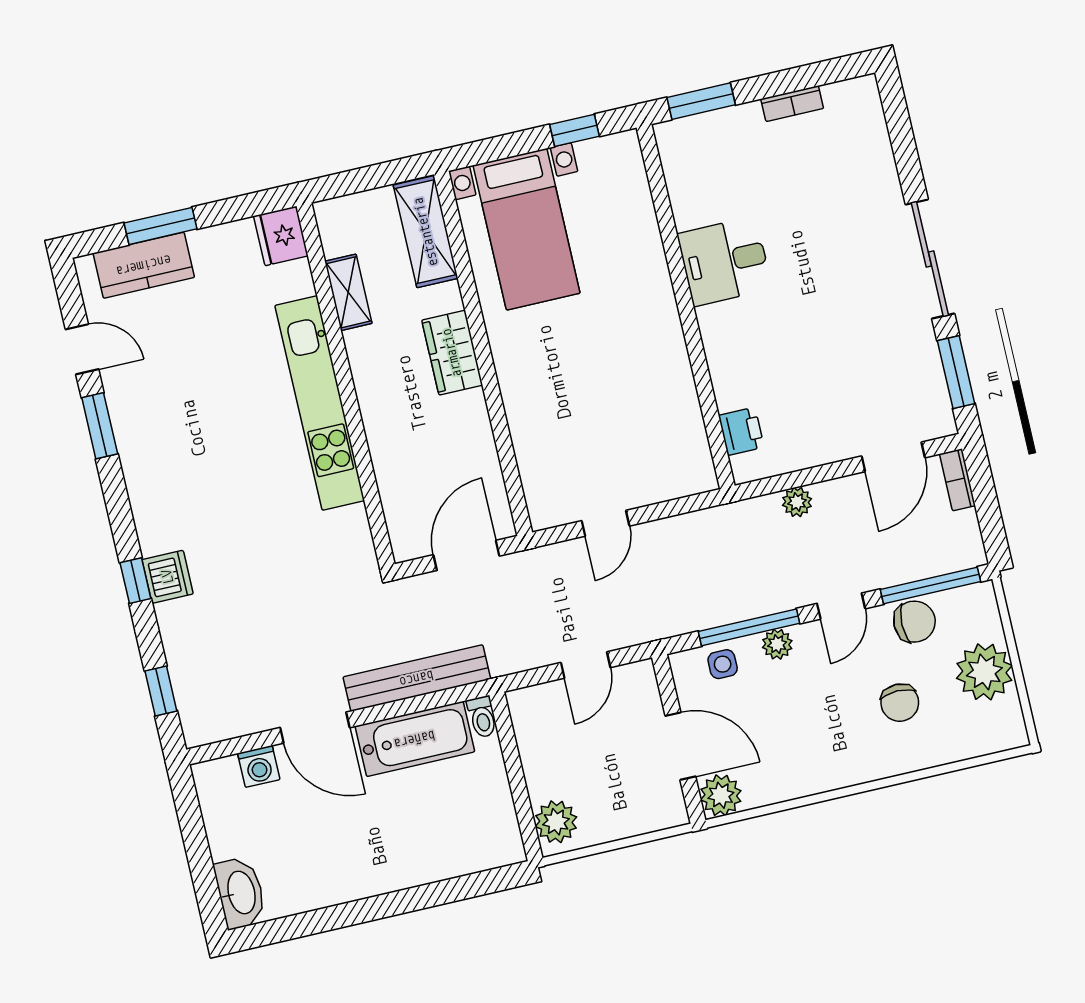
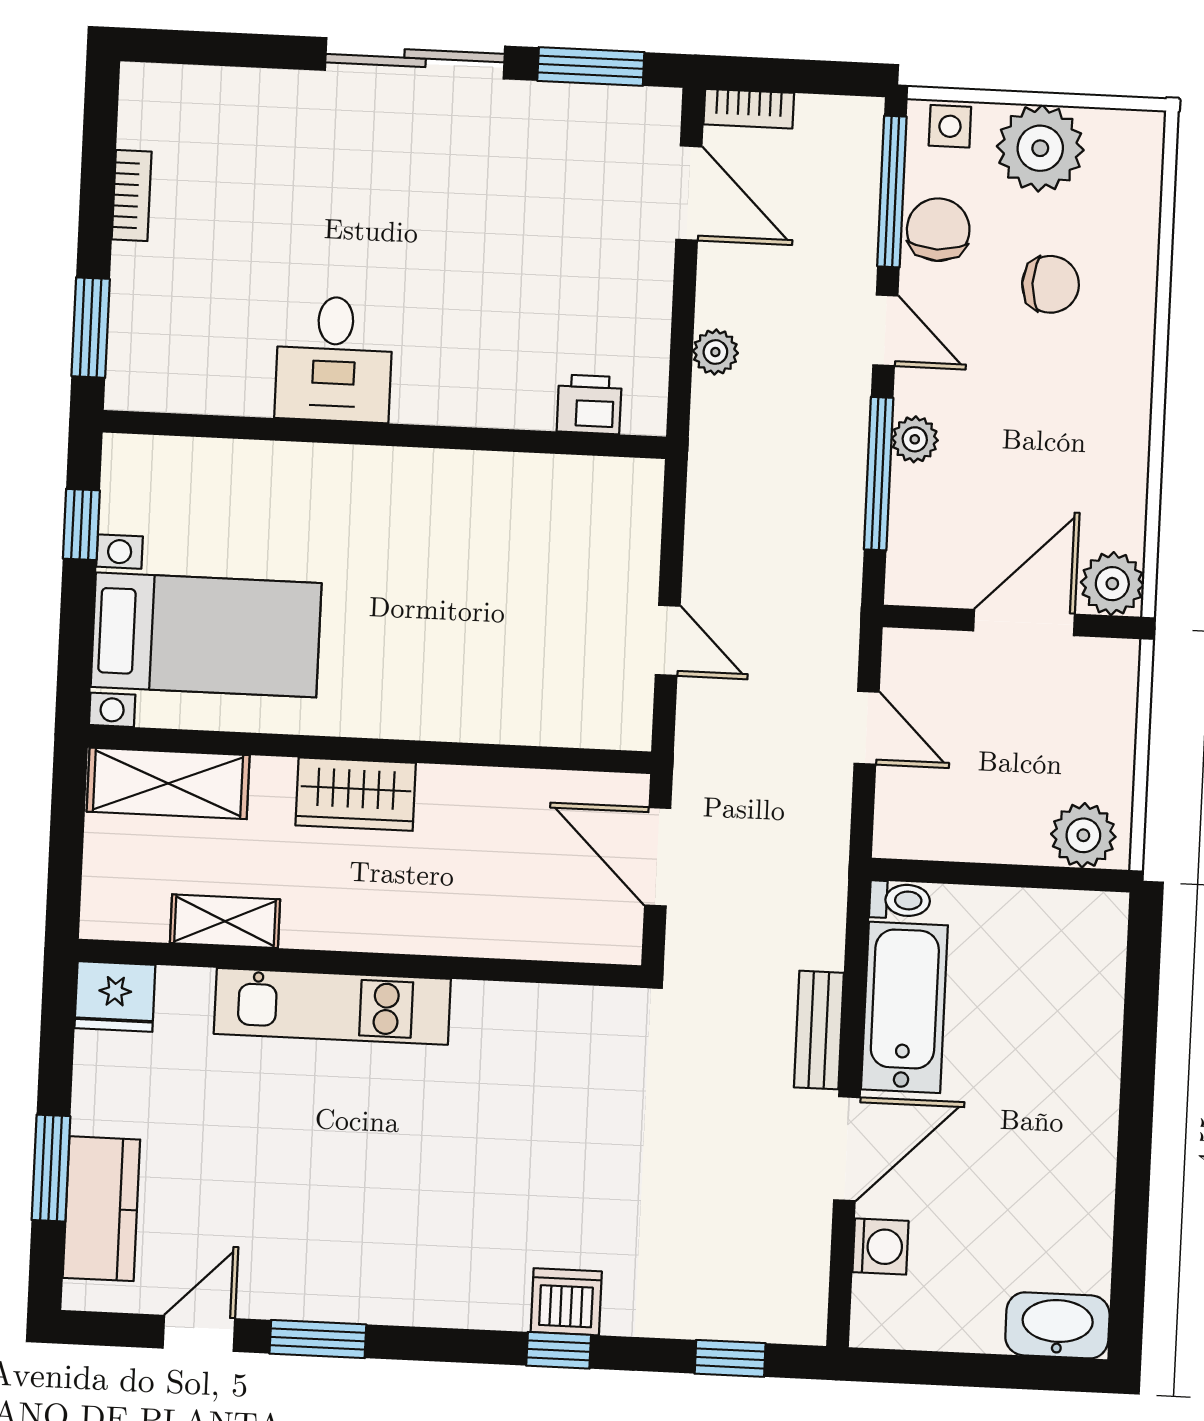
kitchen unit: (320, 403) -> (332, 1006), width x0.73
side table: (723, 664) -> (950, 126), moved
bench: (417, 678) -> (819, 1030), width x0.54, depth x0.82

